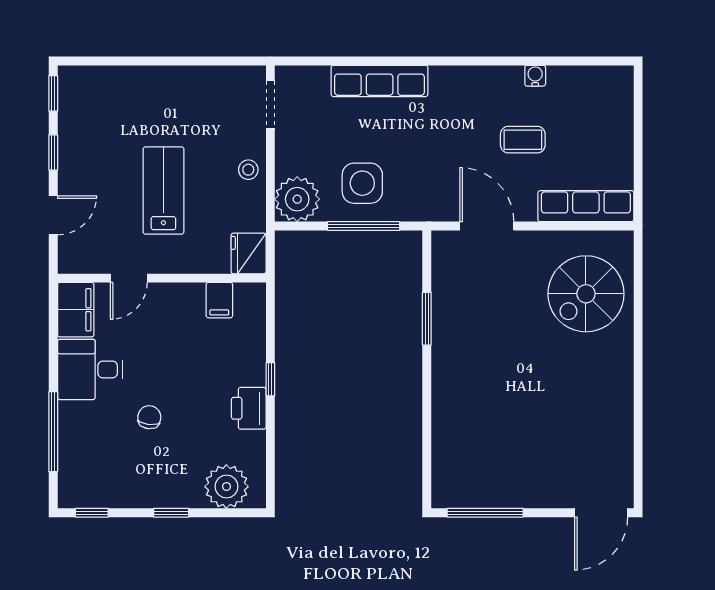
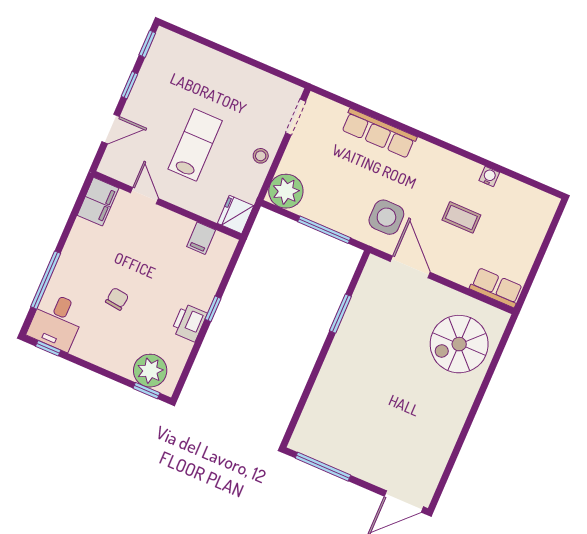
side table: (362, 183) -> (386, 217), moved
row of seats: (586, 206) -> (496, 287), width x0.68
door: (129, 278) -> (145, 196), swing flipped
desk: (90, 369) -> (56, 321), moved, turned -90
window: (171, 513) -> (146, 391), moved

